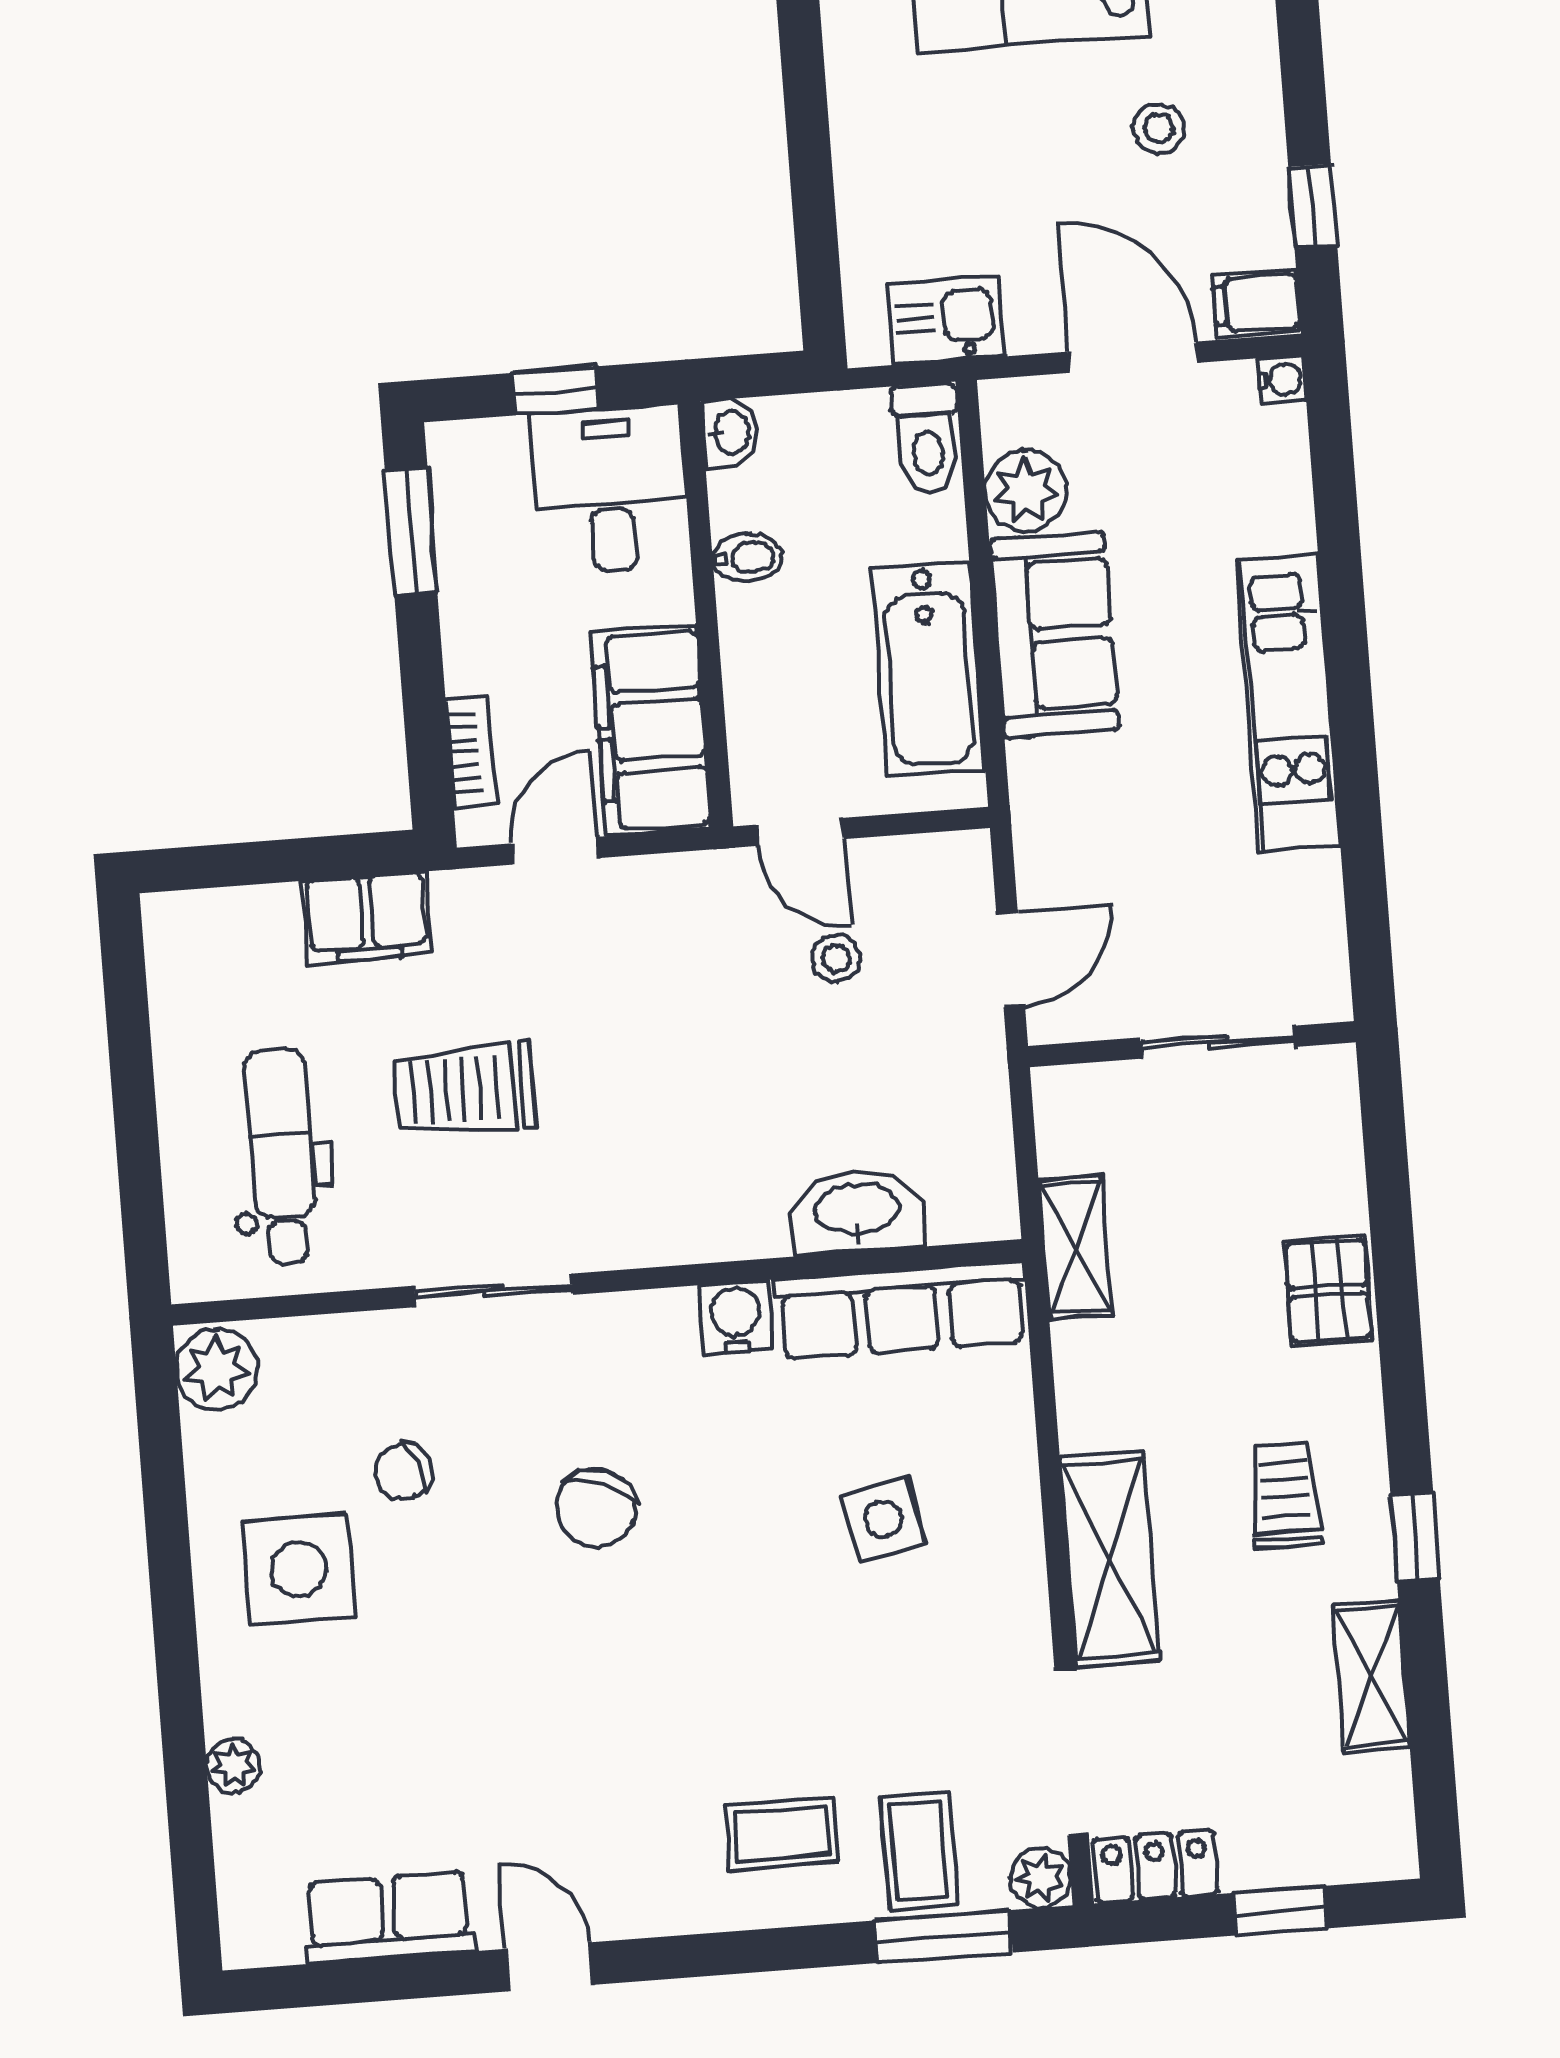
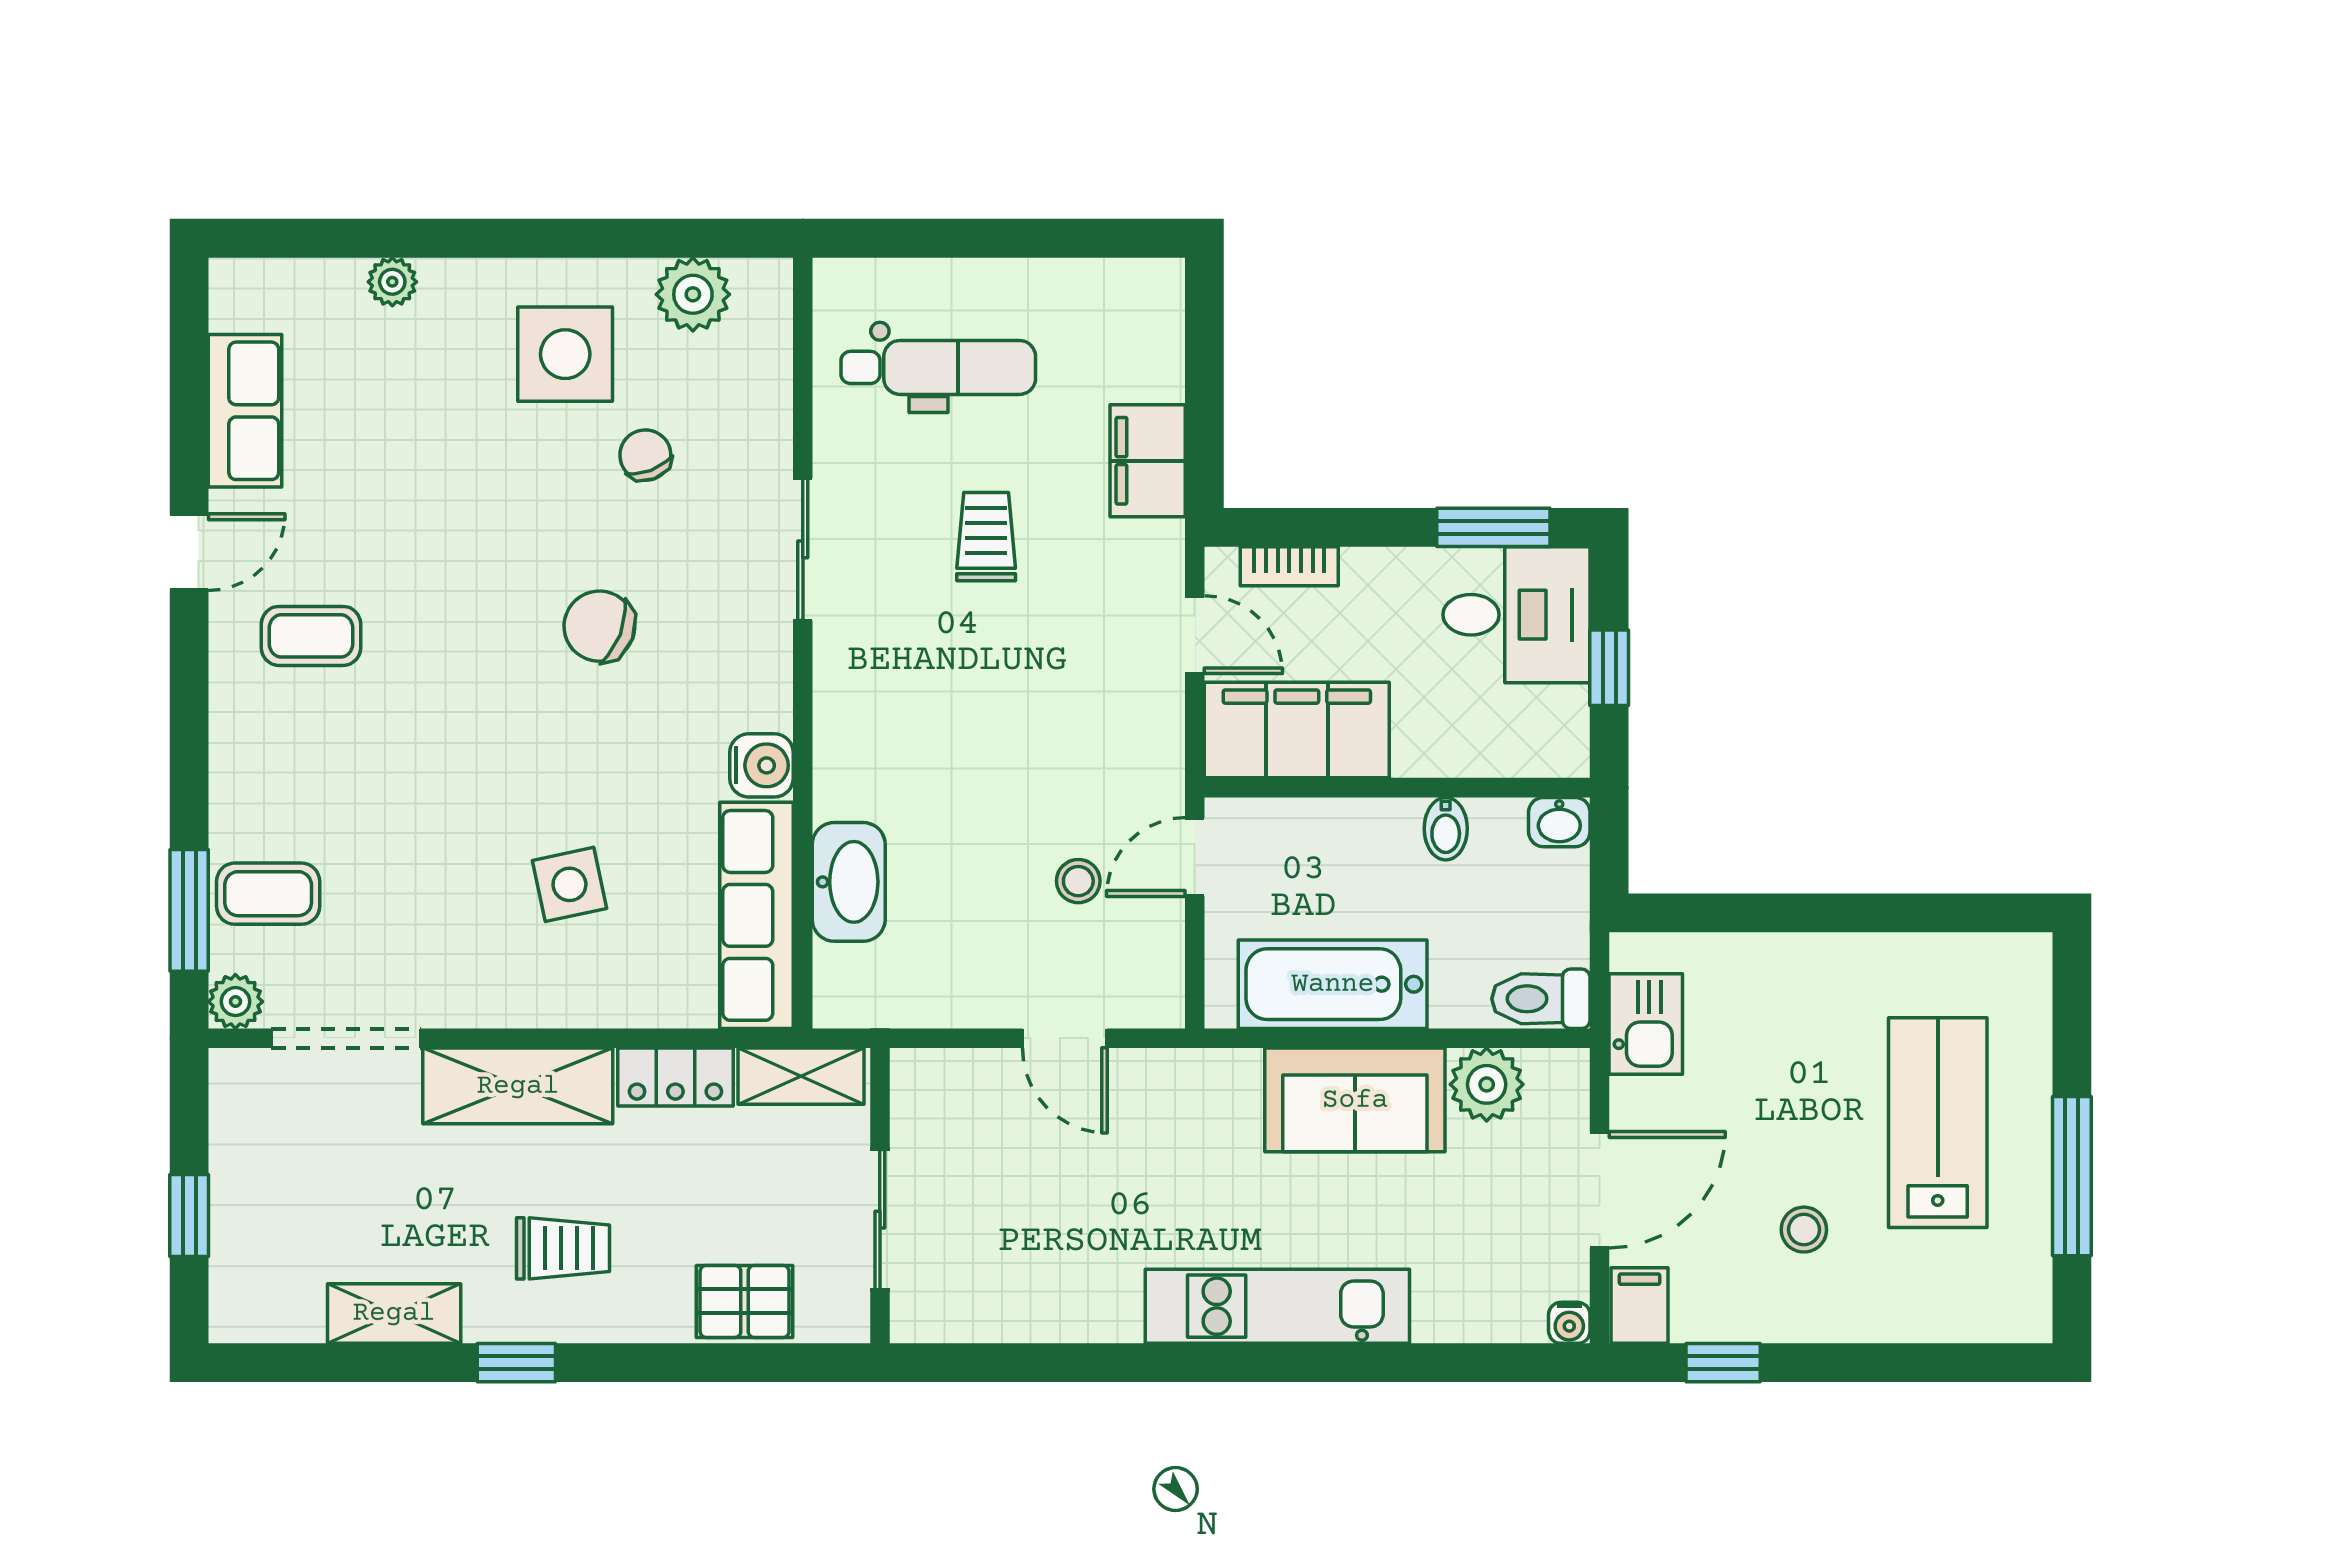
desk: (610, 490) -> (1517, 615), moved
sliding door: (1218, 1042) -> (880, 1220), moved
wall: (1192, 1044) -> (880, 1196), moved
trolley: (464, 1089) -> (986, 537), width x0.73, depth x0.72
plant: (217, 1369) -> (693, 294), moved
coffee table: (782, 1834) -> (311, 636), moved, turned 90
locker: (1155, 1867) -> (675, 1077), moved, turned 90

